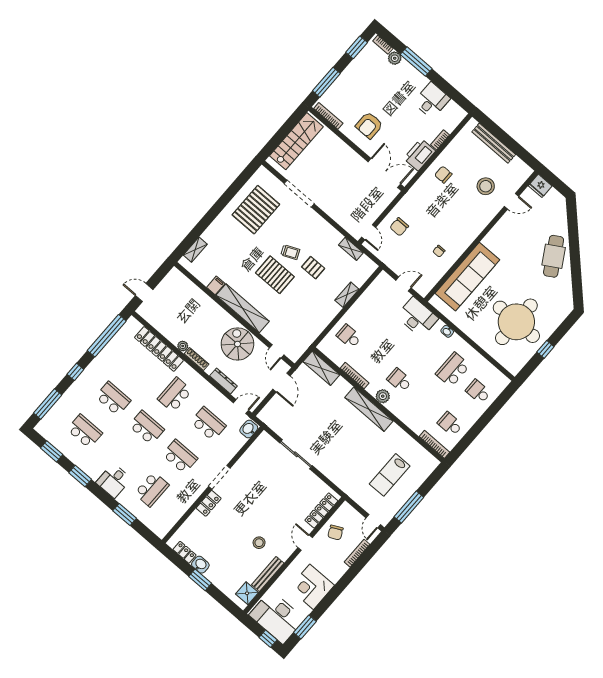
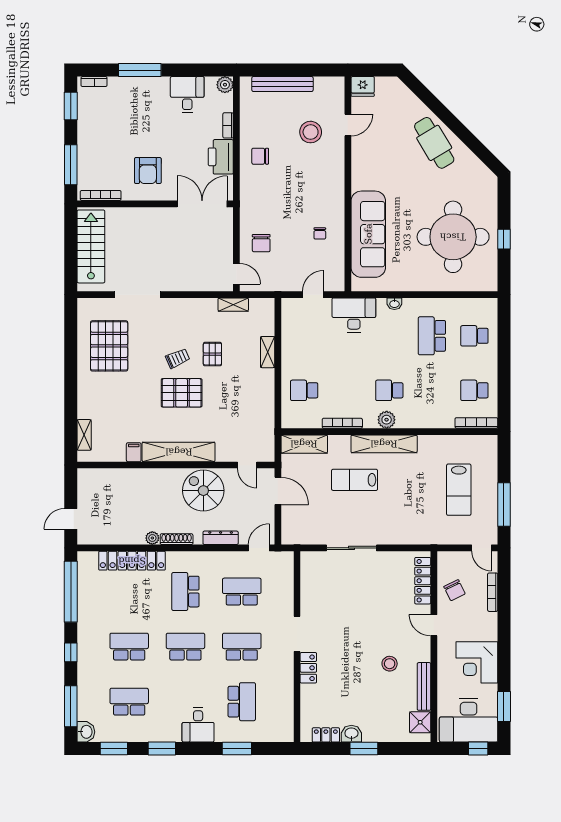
plant: (395, 58) -> (225, 85), moved
pallet: (313, 268) -> (212, 354), turned 90
lab bench: (333, 415) -> (355, 480), added
washbasin: (249, 429) -> (86, 732), moved, turned 180

